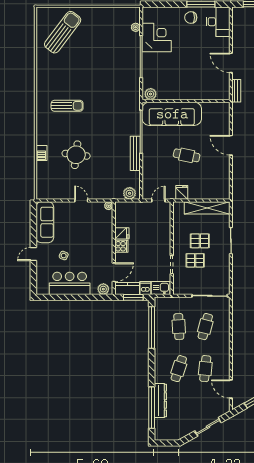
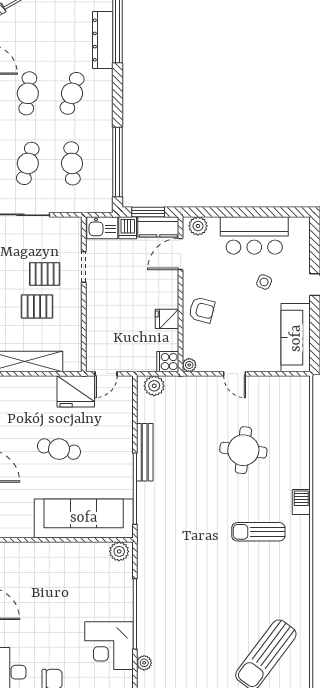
barbecue: (41, 153) -> (301, 502), moved
fridge: (182, 192) -> (76, 391), width x1.88, depth x1.34
armchair: (101, 239) -> (202, 310), added
cooker: (121, 246) -> (168, 362), moved

